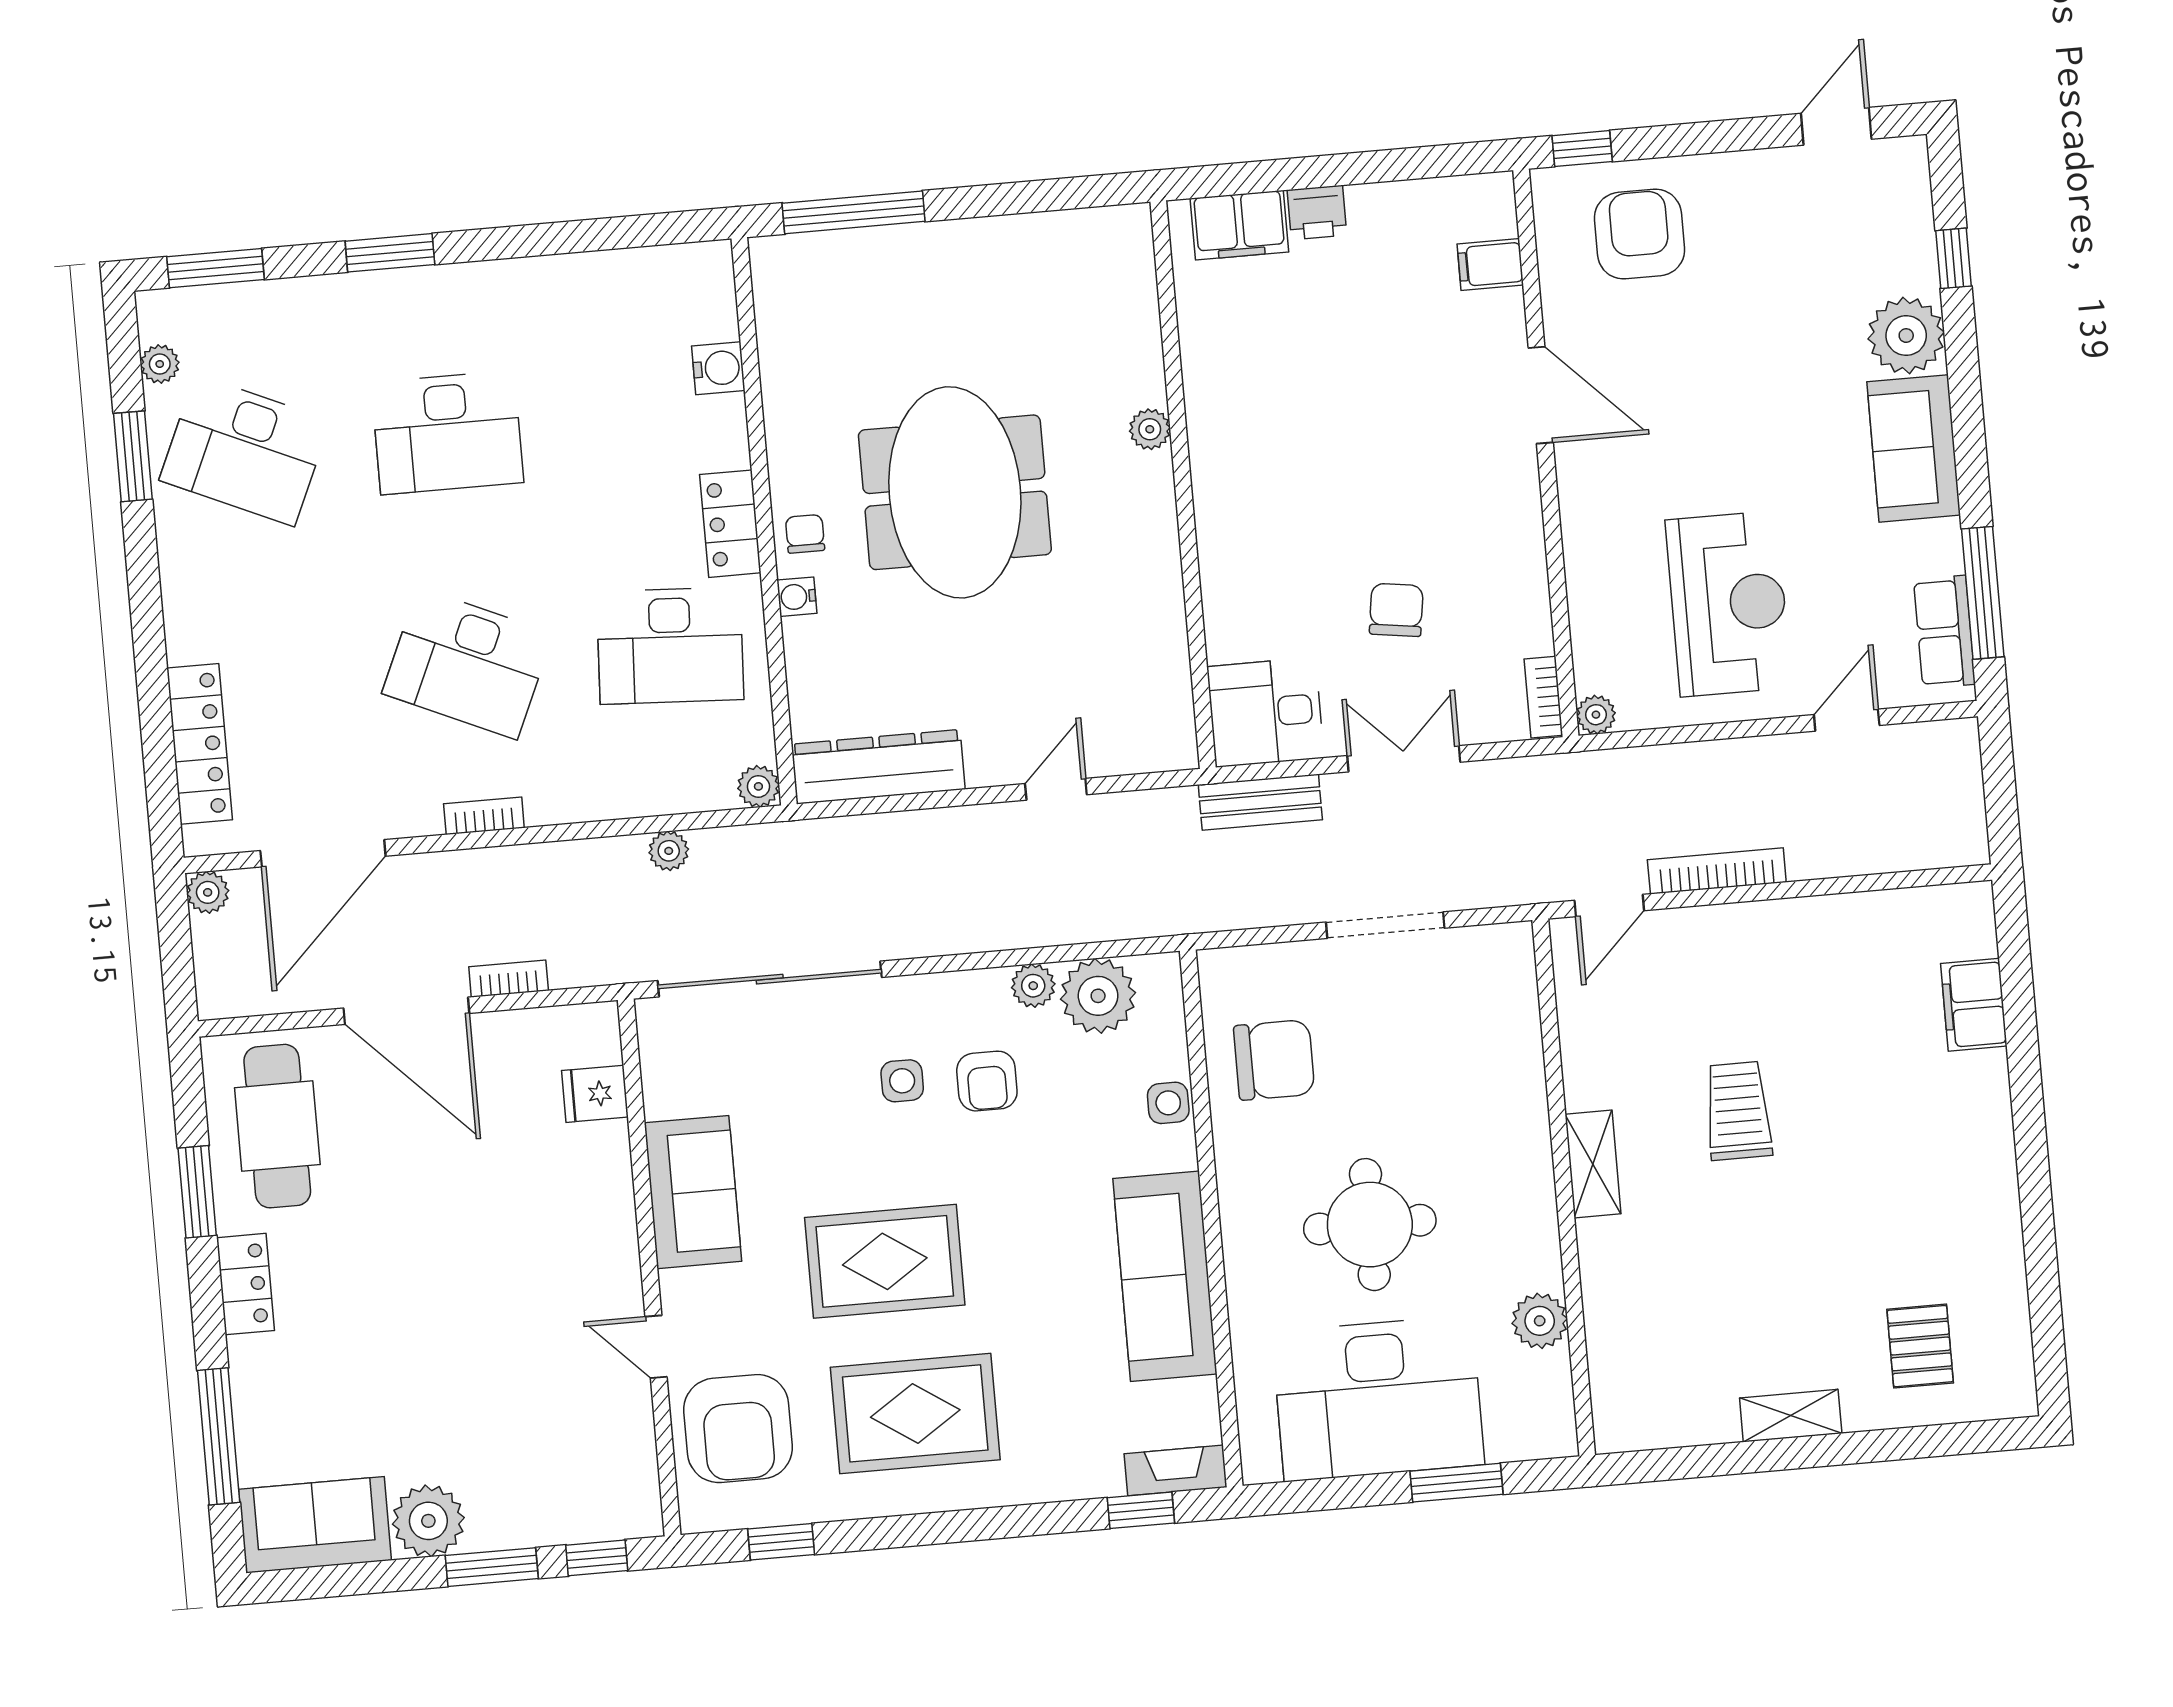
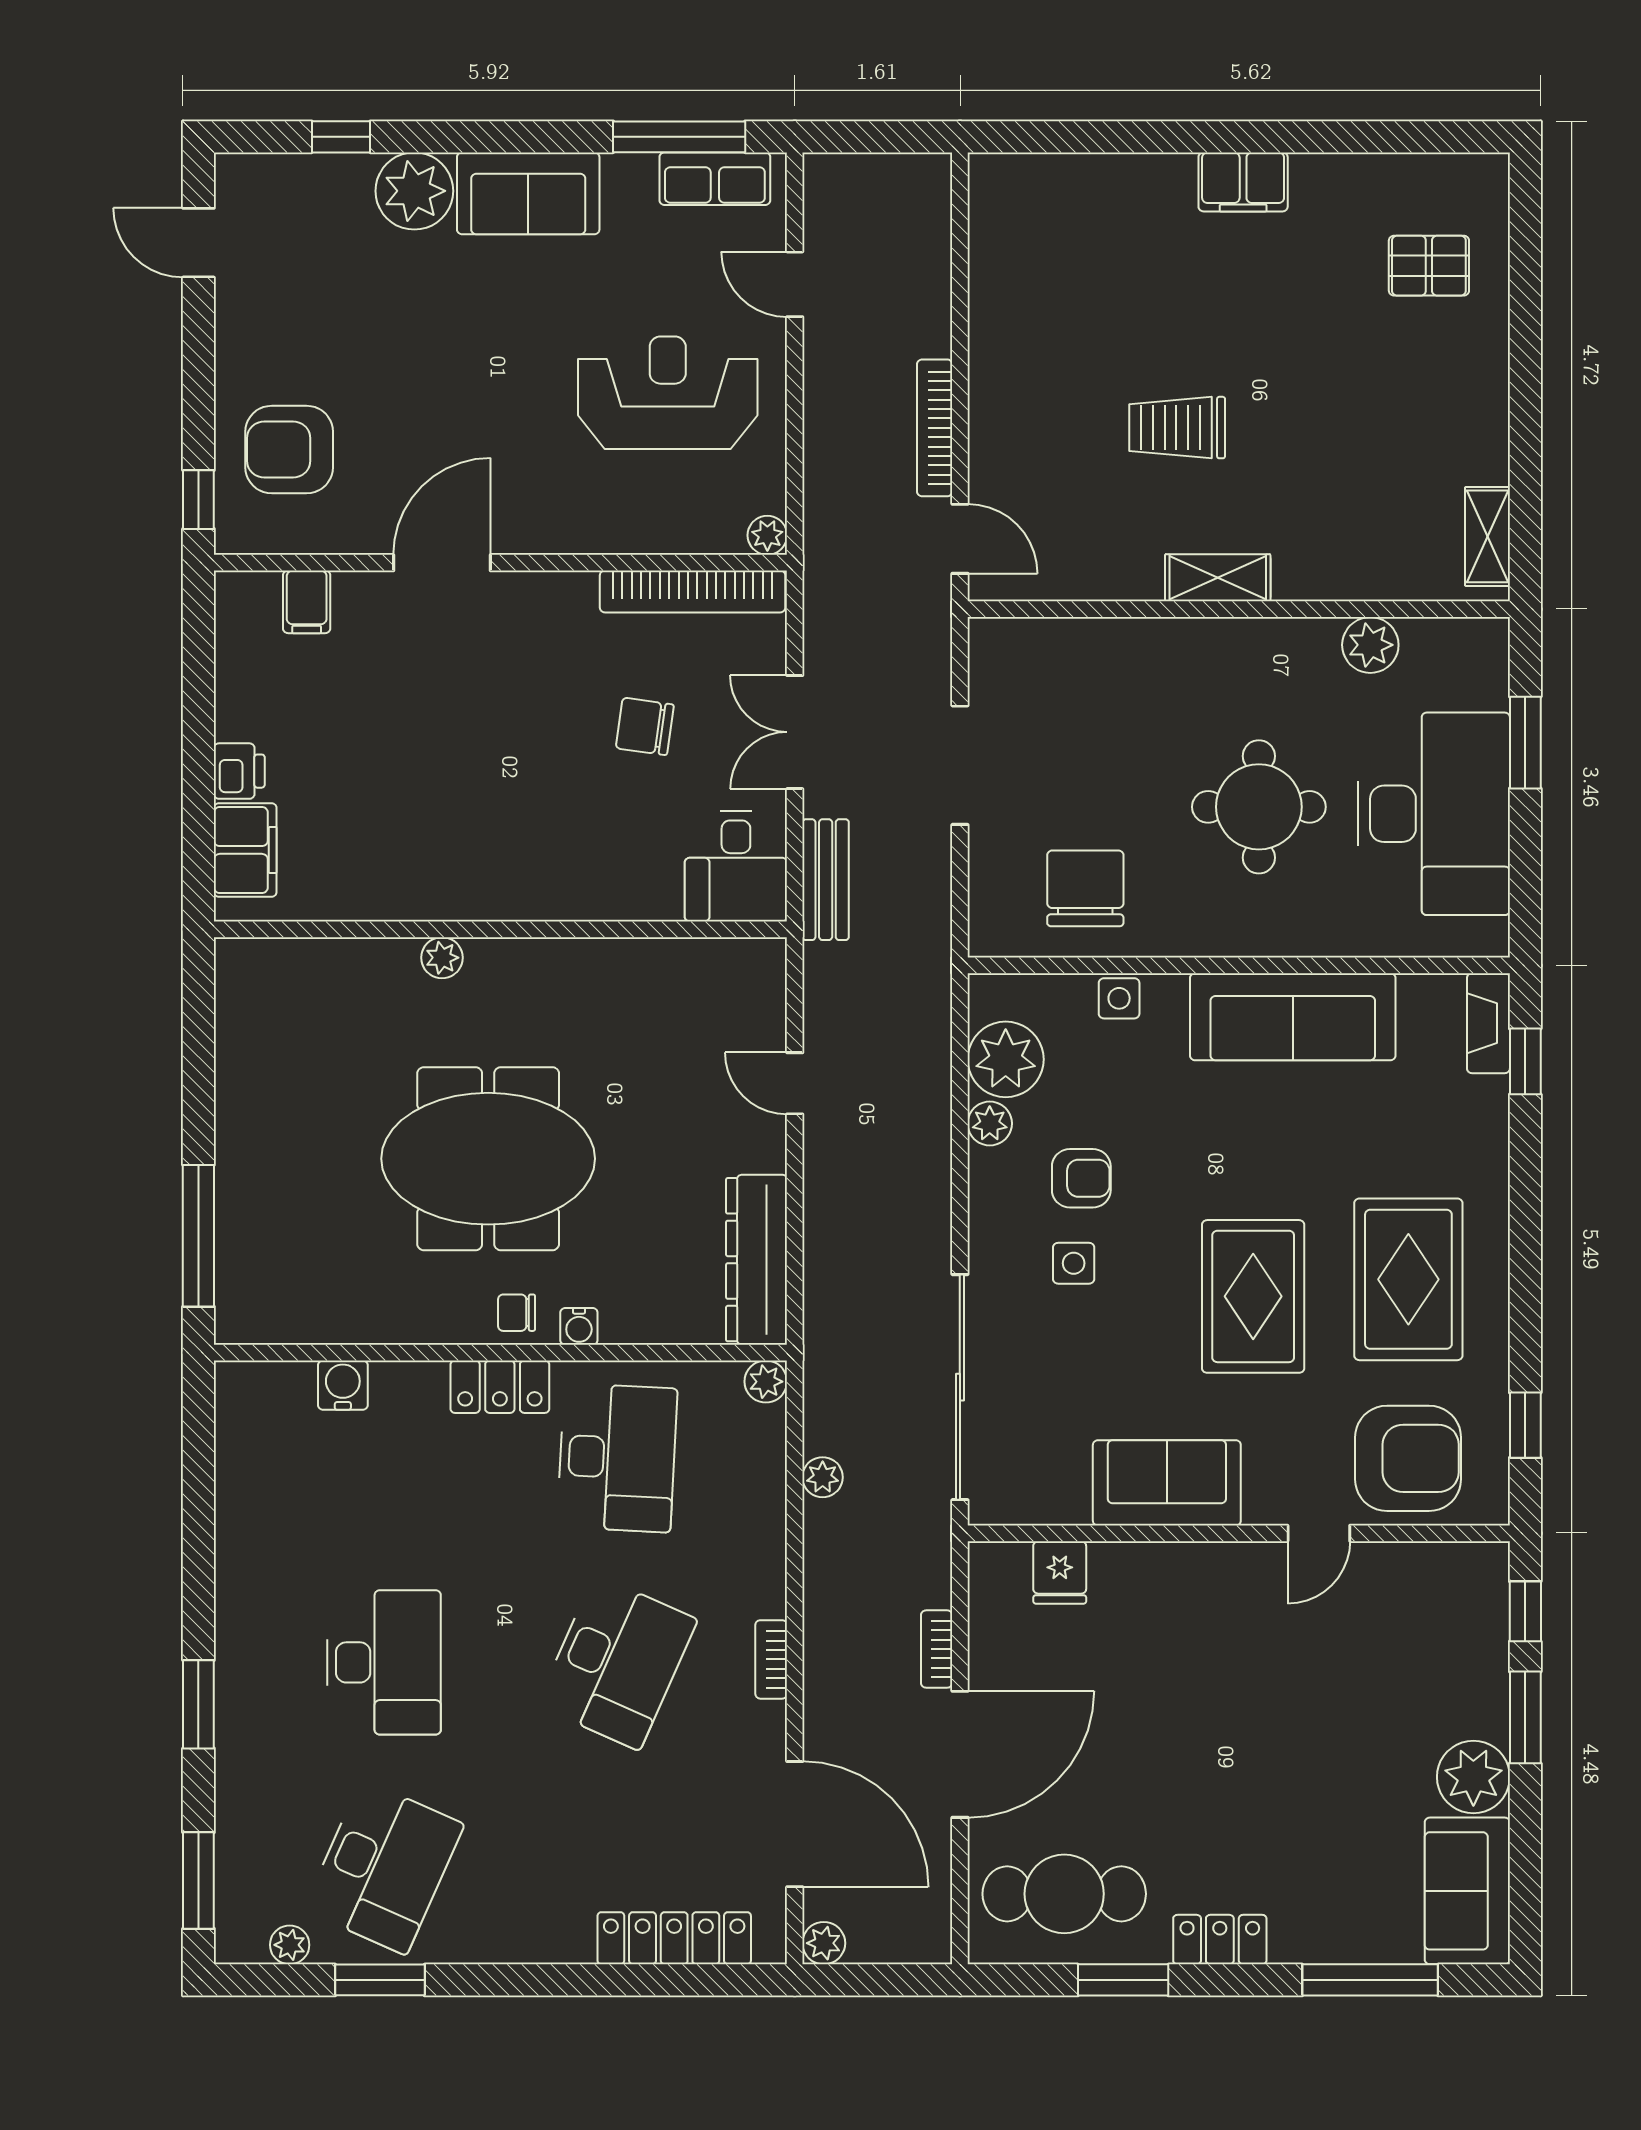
bookcase: (1543, 697) -> (693, 591), width x2.31, depth x1.31
filing cabinet: (1974, 1005) -> (1243, 182), moved
shelving: (1791, 1416) -> (1487, 536), moved

